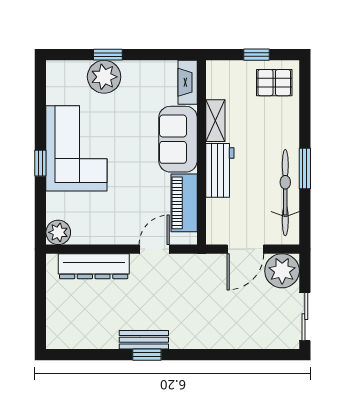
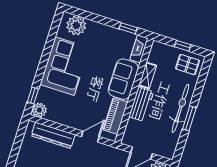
window: (108, 55) -> (128, 28), moved
plant: (104, 77) -> (76, 25), moved
window: (40, 163) -> (33, 95), moved
bicycle: (285, 193) -> (180, 108), moved

